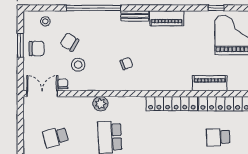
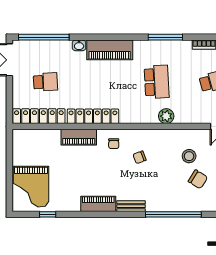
piano: (210, 83) -> (79, 137), moved
chair: (63, 84) -> (114, 144), moved

